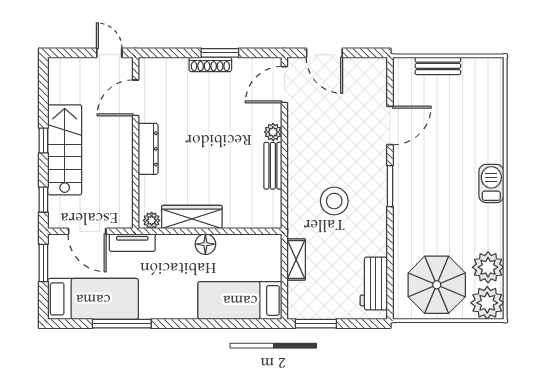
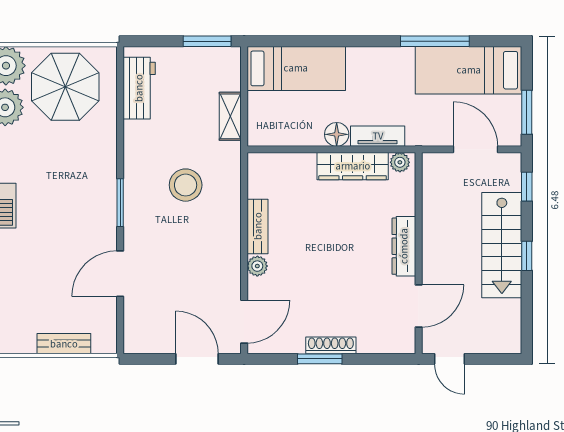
tv unit: (132, 243) -> (378, 136), moved

